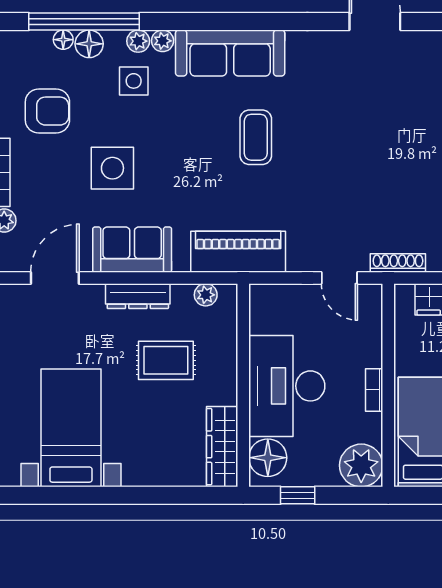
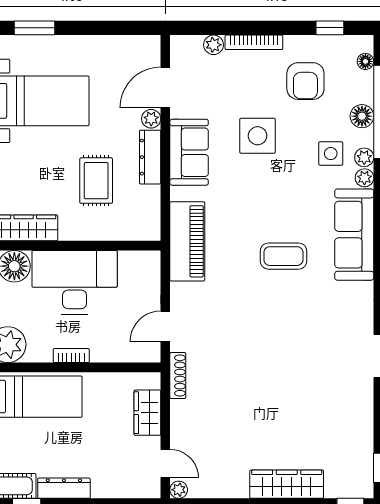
floor lamp: (63, 40) -> (365, 61), moved
door: (55, 278) -> (165, 87), swing flipped
plant: (206, 295) -> (151, 119), moved

